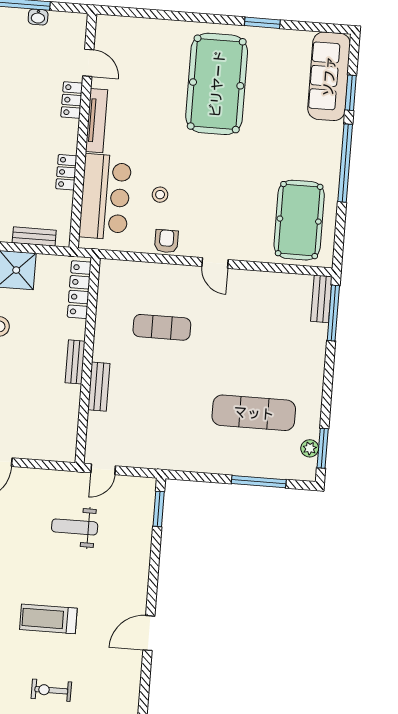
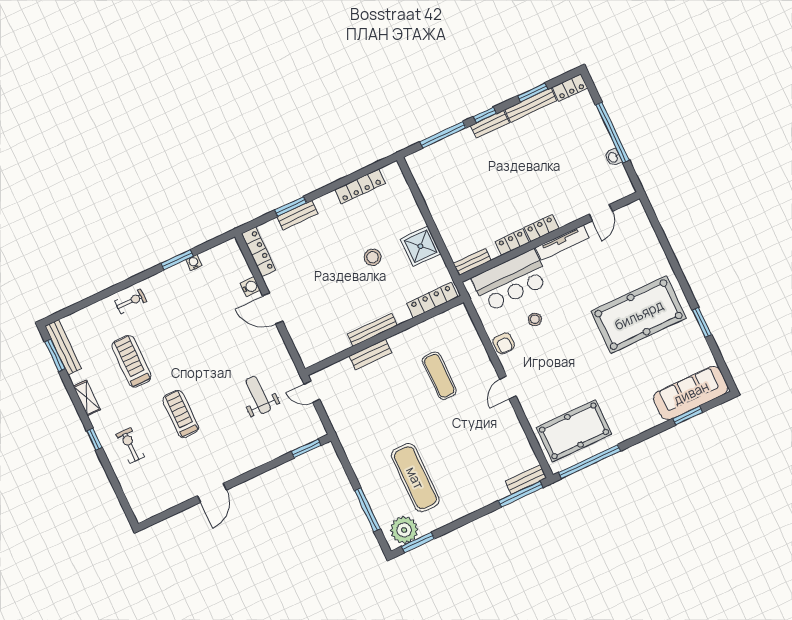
locker: (72, 100) -> (541, 228), moved
window: (345, 163) -> (589, 462), moved
bench: (34, 236) -> (472, 262), moved, turned 90
armchair: (166, 241) -> (504, 343), turned 90
bench: (75, 362) -> (372, 330), width x1.36
plant: (310, 448) -> (404, 530), width x1.88, depth x1.88
door: (149, 633) -> (212, 493), swing flipped

